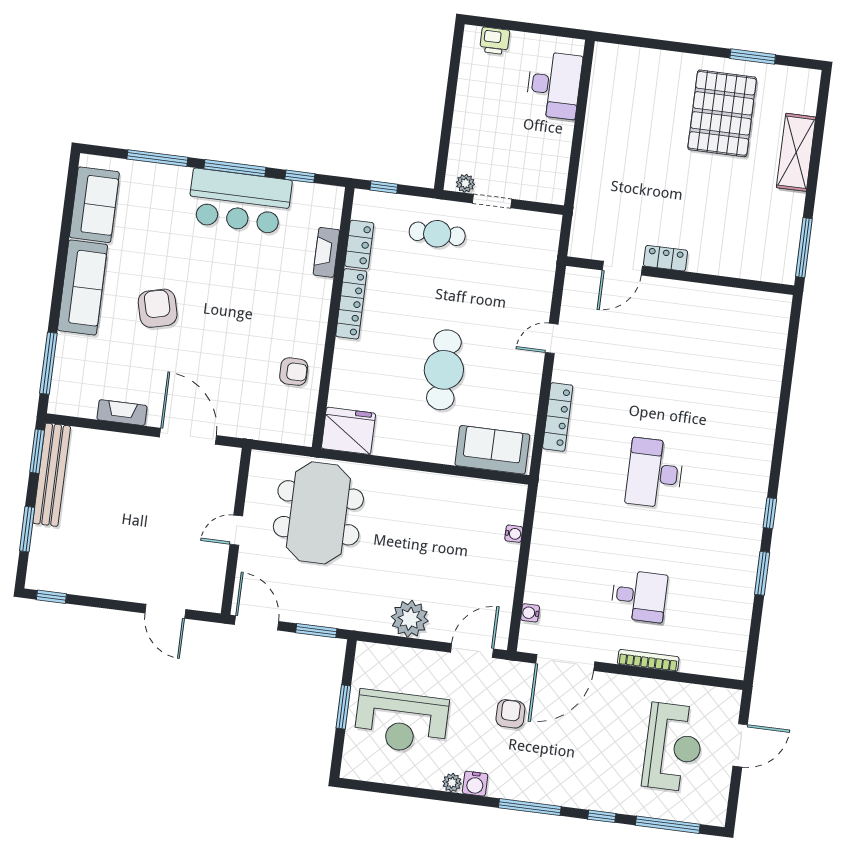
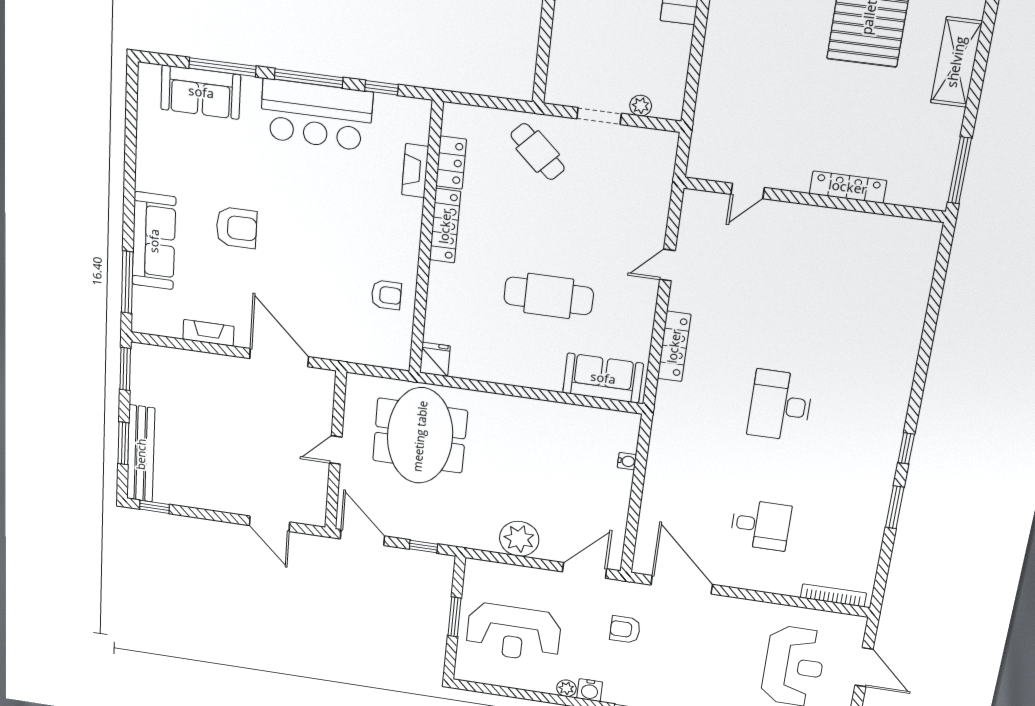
plant: (465, 183) -> (641, 106), moved
window: (384, 187) -> (476, 100), removed
sofa: (94, 205) -> (201, 92), moved, turned 90
cafe table: (437, 234) -> (538, 152), turned 43
locker: (666, 258) -> (848, 187), moved, width x1.53
door: (622, 268) -> (748, 191), width x0.73
sofa: (83, 287) -> (154, 241), moved
armchair: (158, 308) -> (236, 228), turned 104
cafe table: (444, 370) -> (549, 296), turned 90
fridge: (348, 431) -> (435, 359), width x0.53, depth x0.75
bench: (52, 475) -> (141, 454), moved
water cooler: (530, 613) -> (645, 537), removed
window: (316, 631) -> (423, 547), width x0.67
bookcase: (648, 661) -> (833, 595), moved
door: (565, 662) -> (682, 585), swing flipped
armchair: (510, 714) -> (625, 629), turned -90
door: (740, 745) -> (864, 667), hinge flipped

